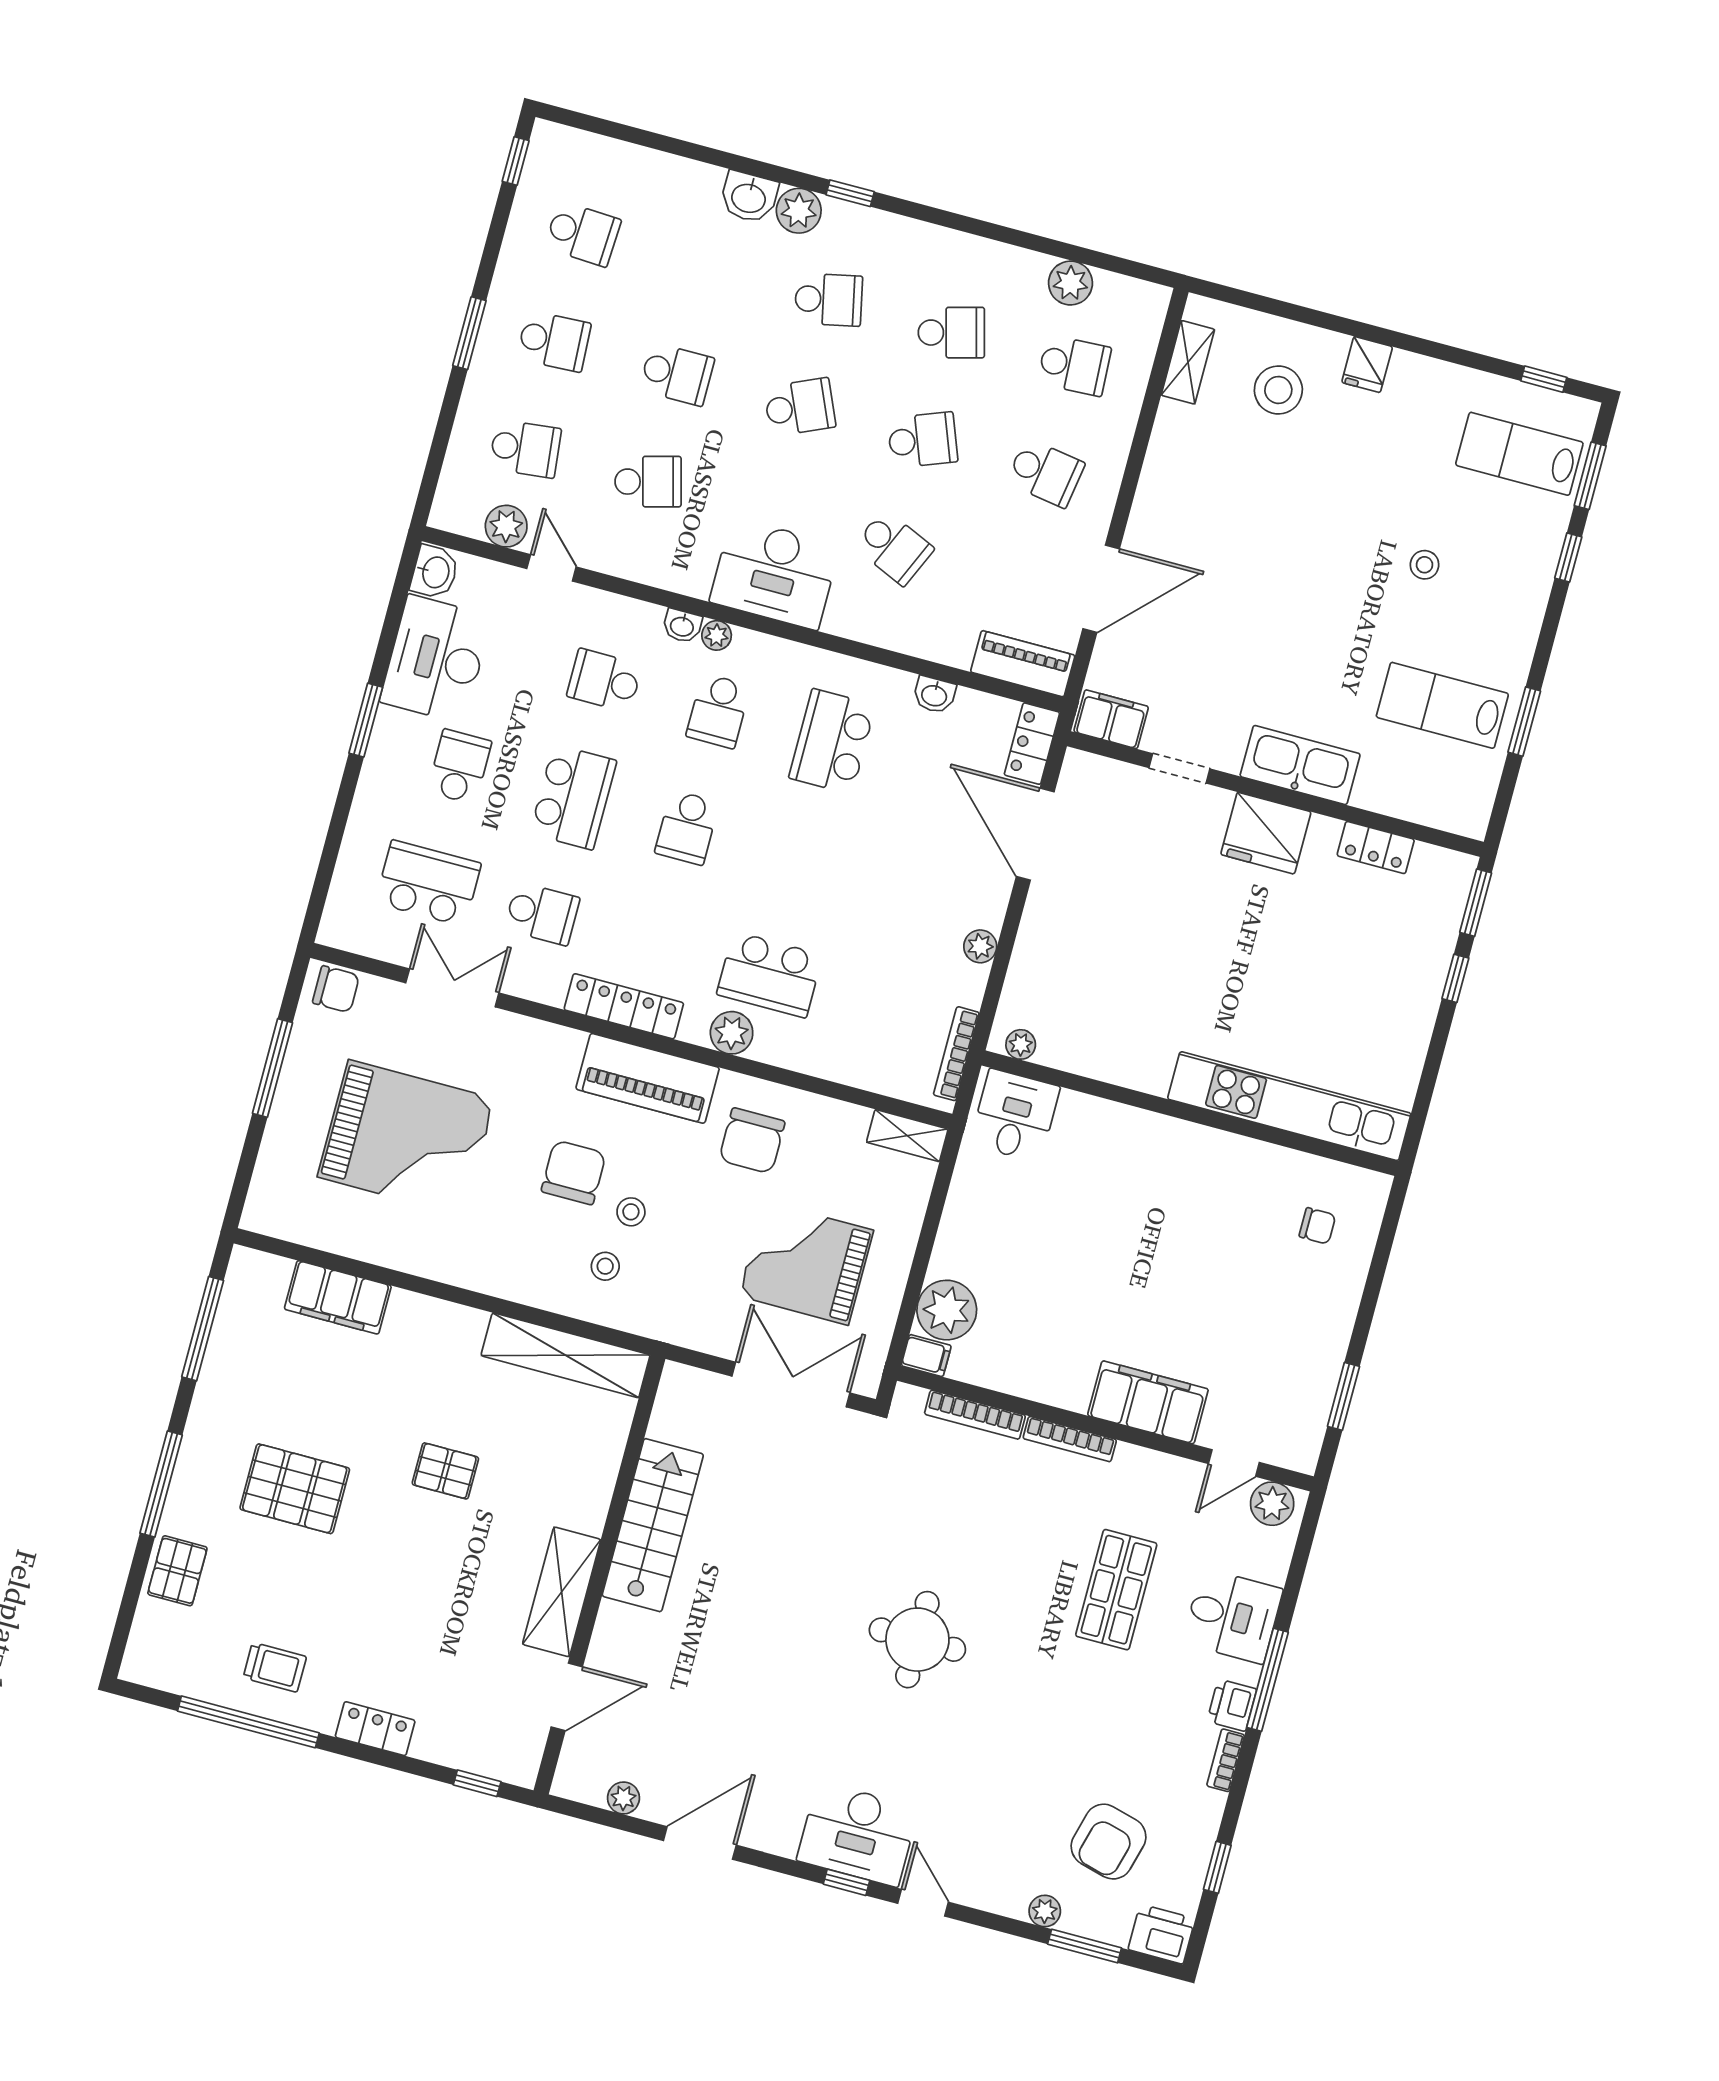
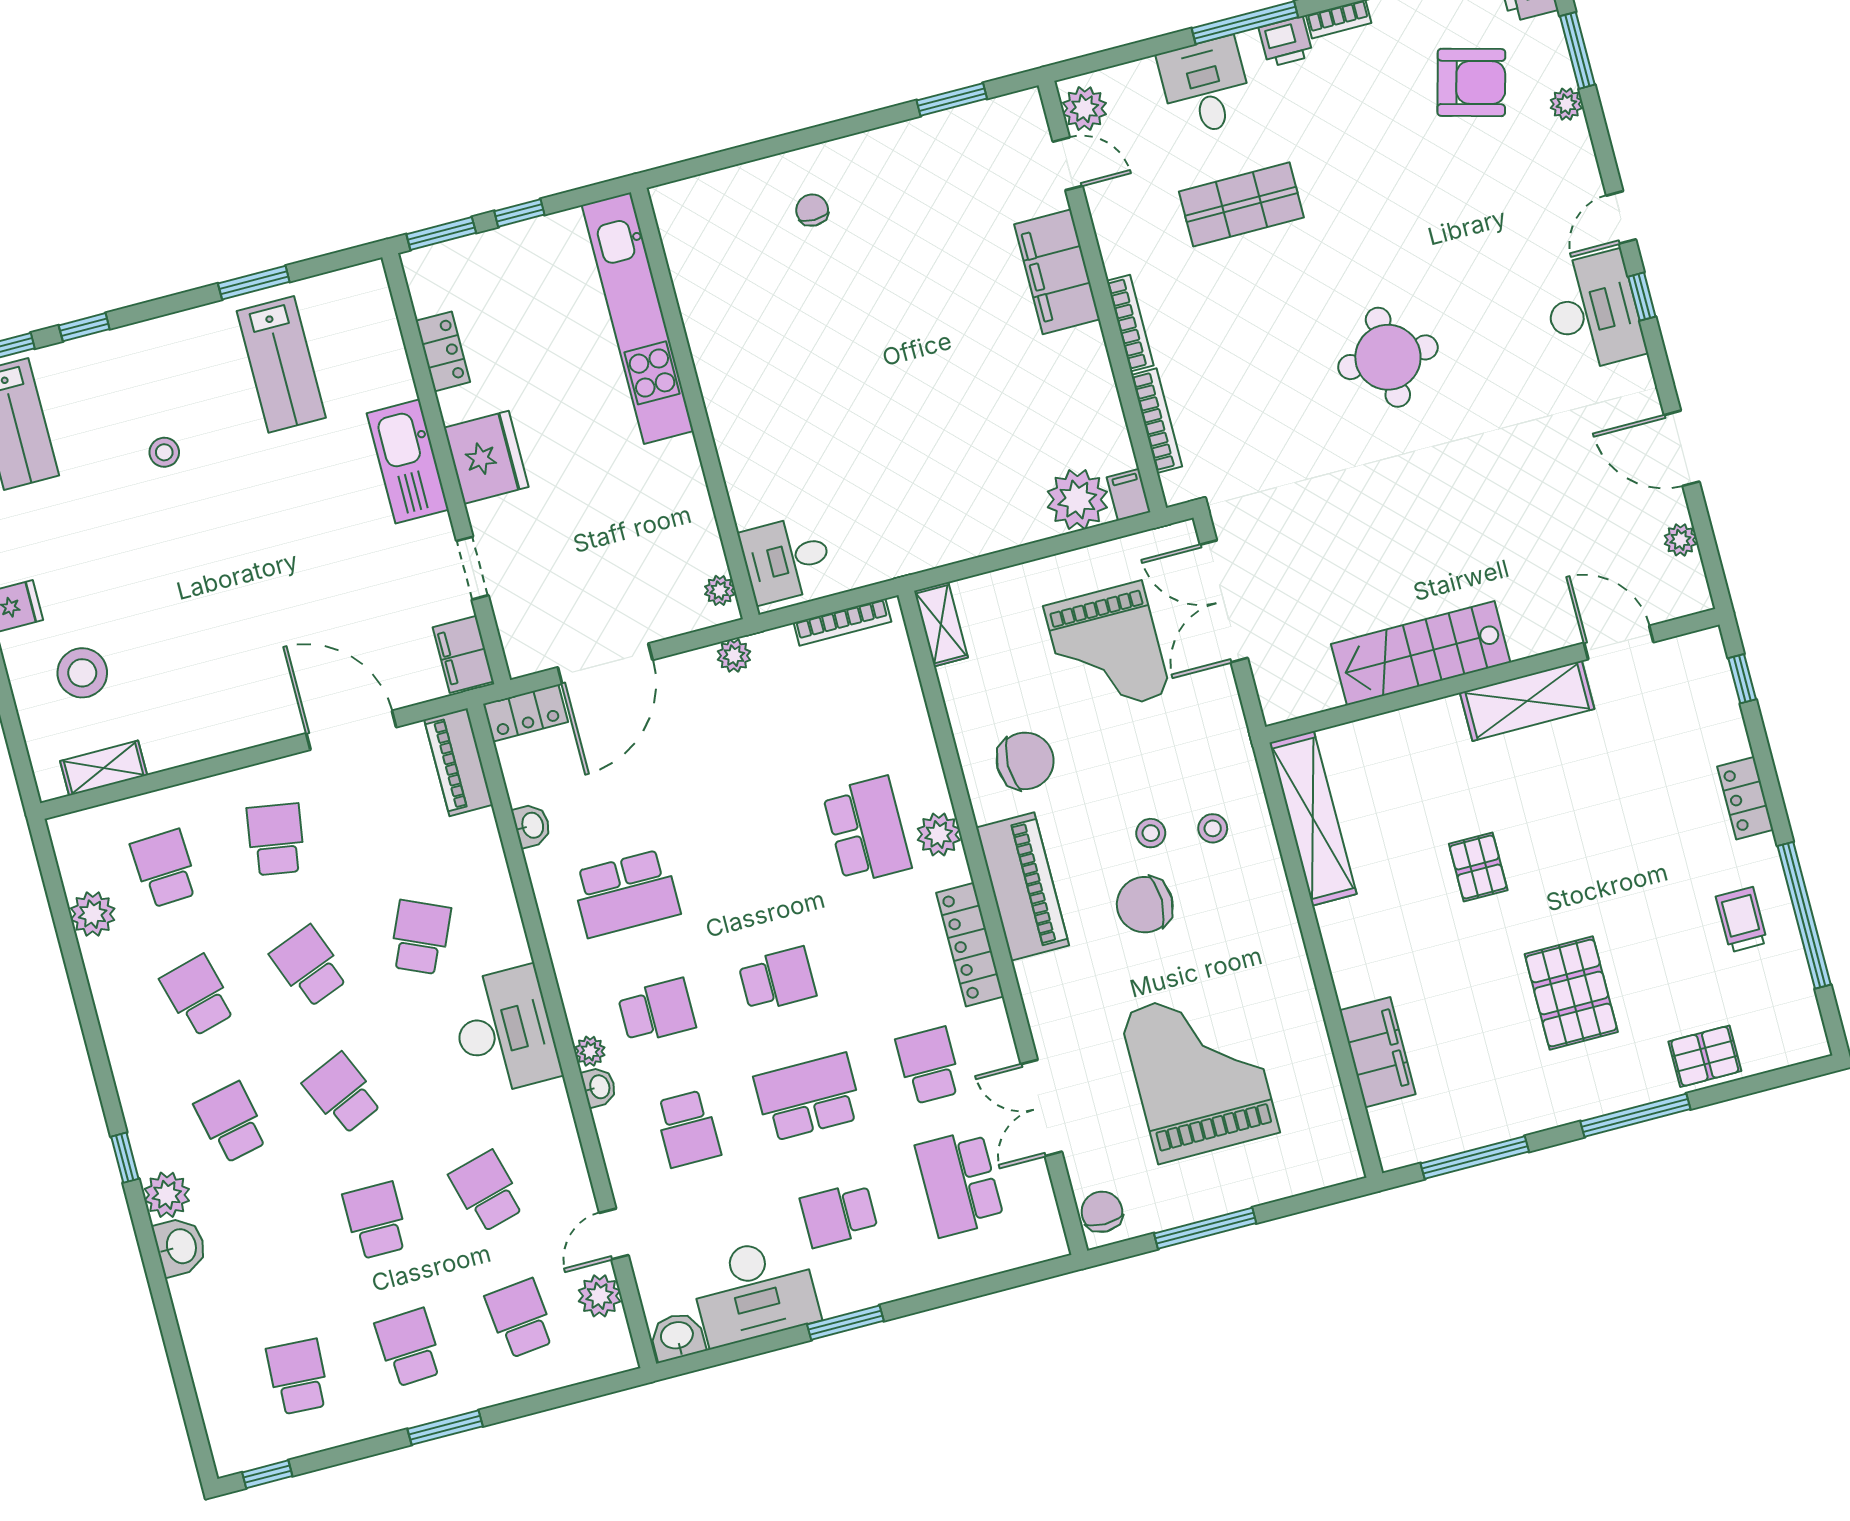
plant: (1021, 1044) -> (720, 590), moved
kitchen unit: (1289, 1106) -> (638, 318), moved
wall: (1190, 1113) -> (695, 404), moved
desk: (1015, 1116) -> (786, 559), moved

